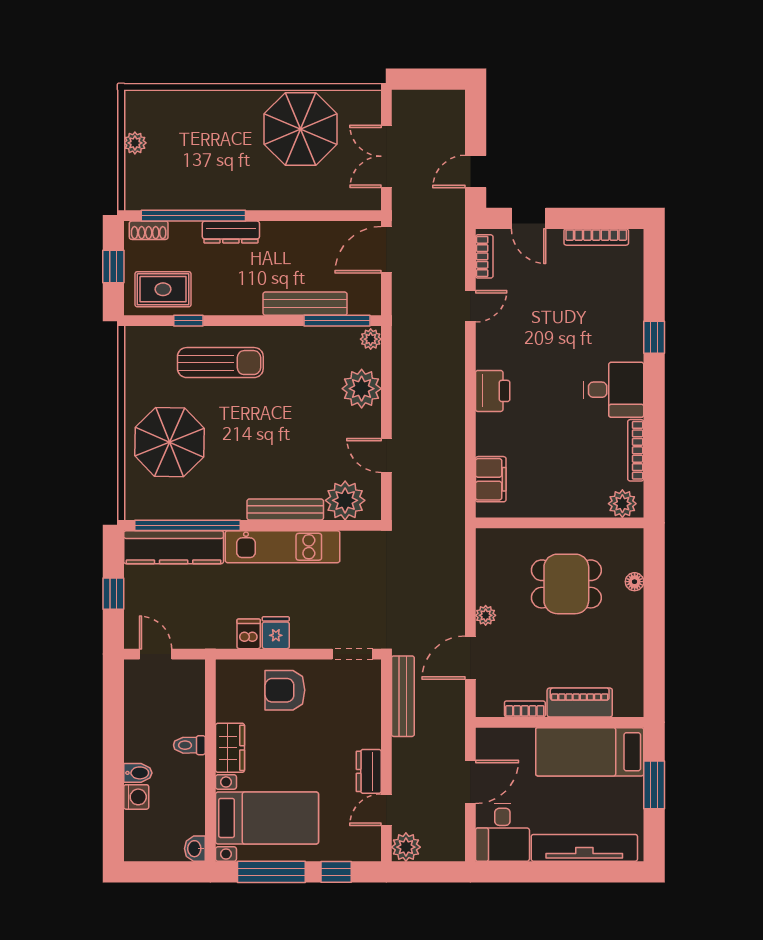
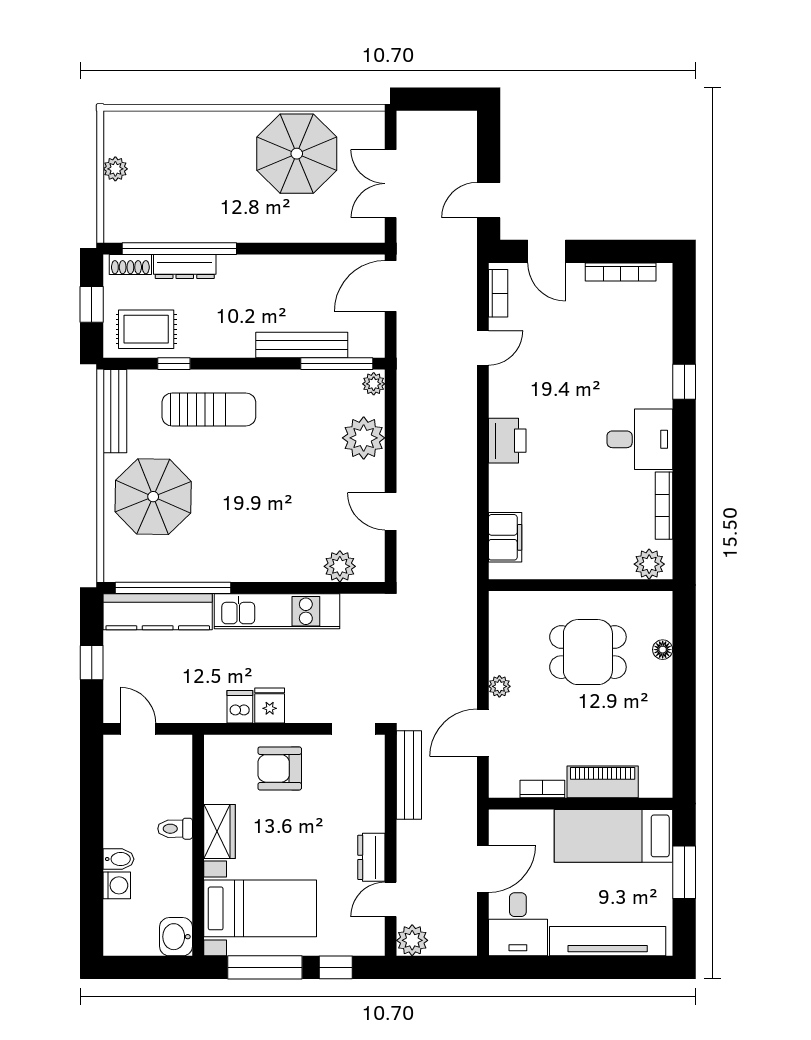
dresser: (231, 232) -> (185, 267), moved
plant: (345, 500) -> (340, 566), width x0.73, depth x0.73
bench: (285, 509) -> (115, 411), moved, turned 90
washbasin: (195, 849) -> (176, 937), width x1.38, depth x1.45

